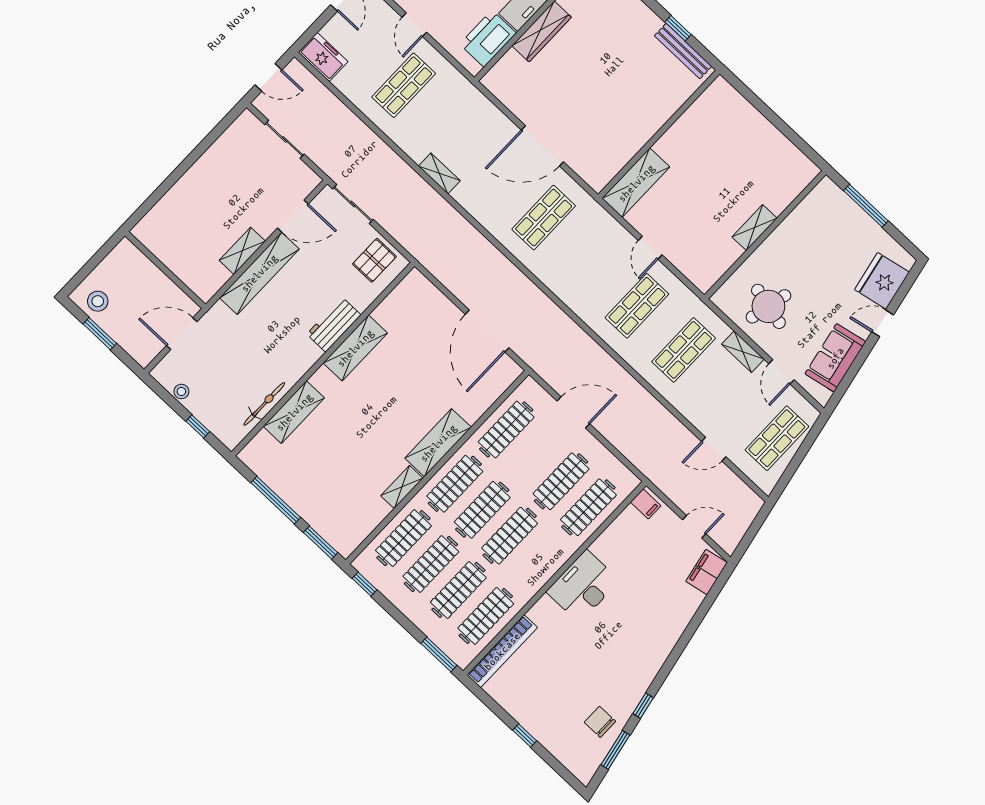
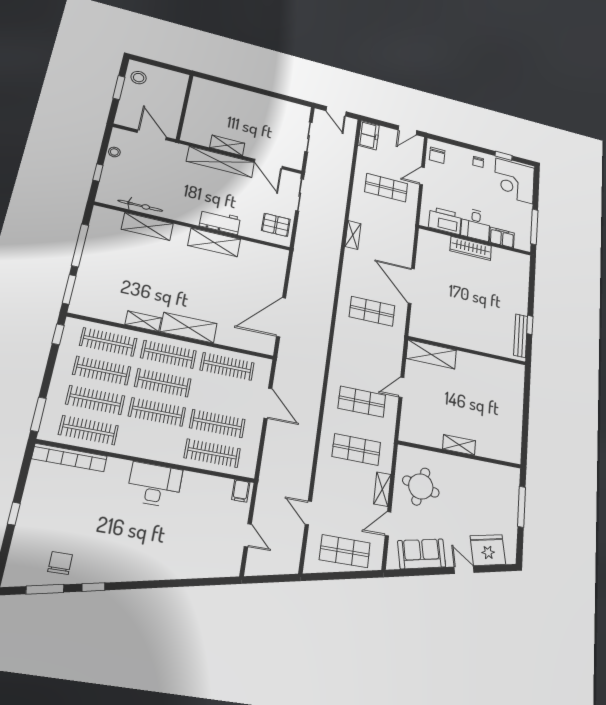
filing cabinet: (707, 572) -> (222, 566), removed

